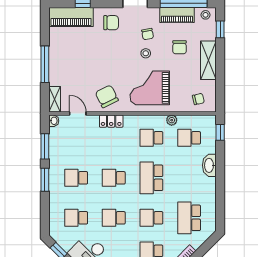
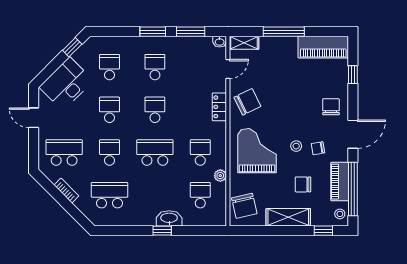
piano: (71, 17) -> (323, 47), moved, turned -90
chair: (111, 23) -> (331, 107), turned 180
chair: (198, 99) -> (244, 206), width x1.87, depth x1.87
window: (220, 132) -> (162, 231), moved

